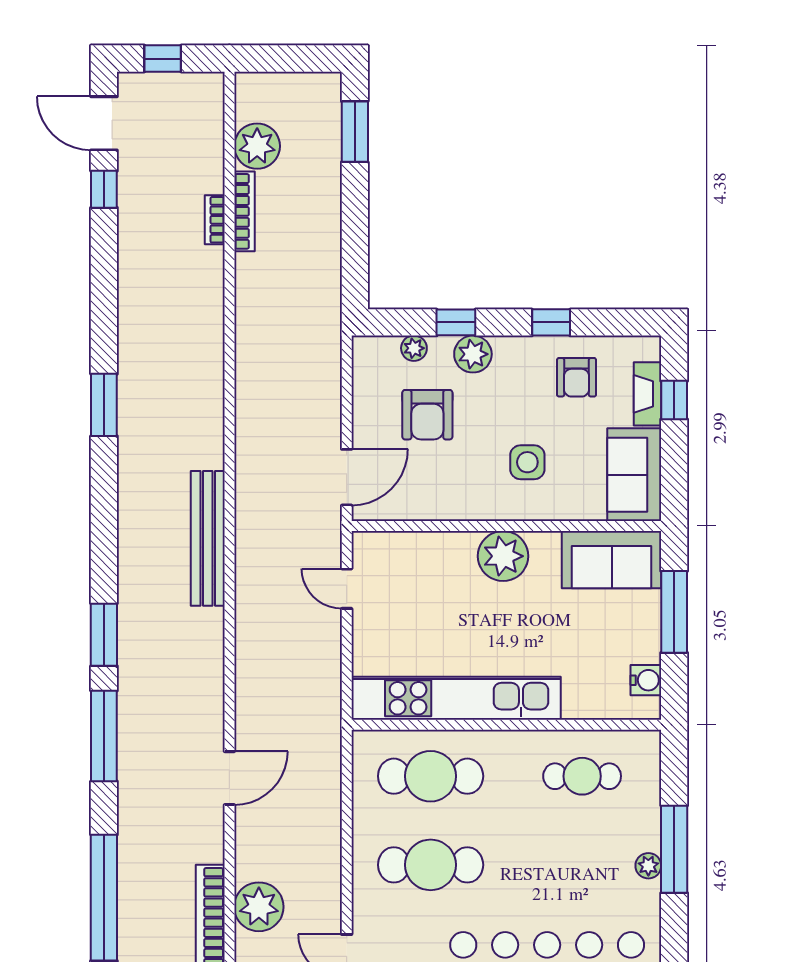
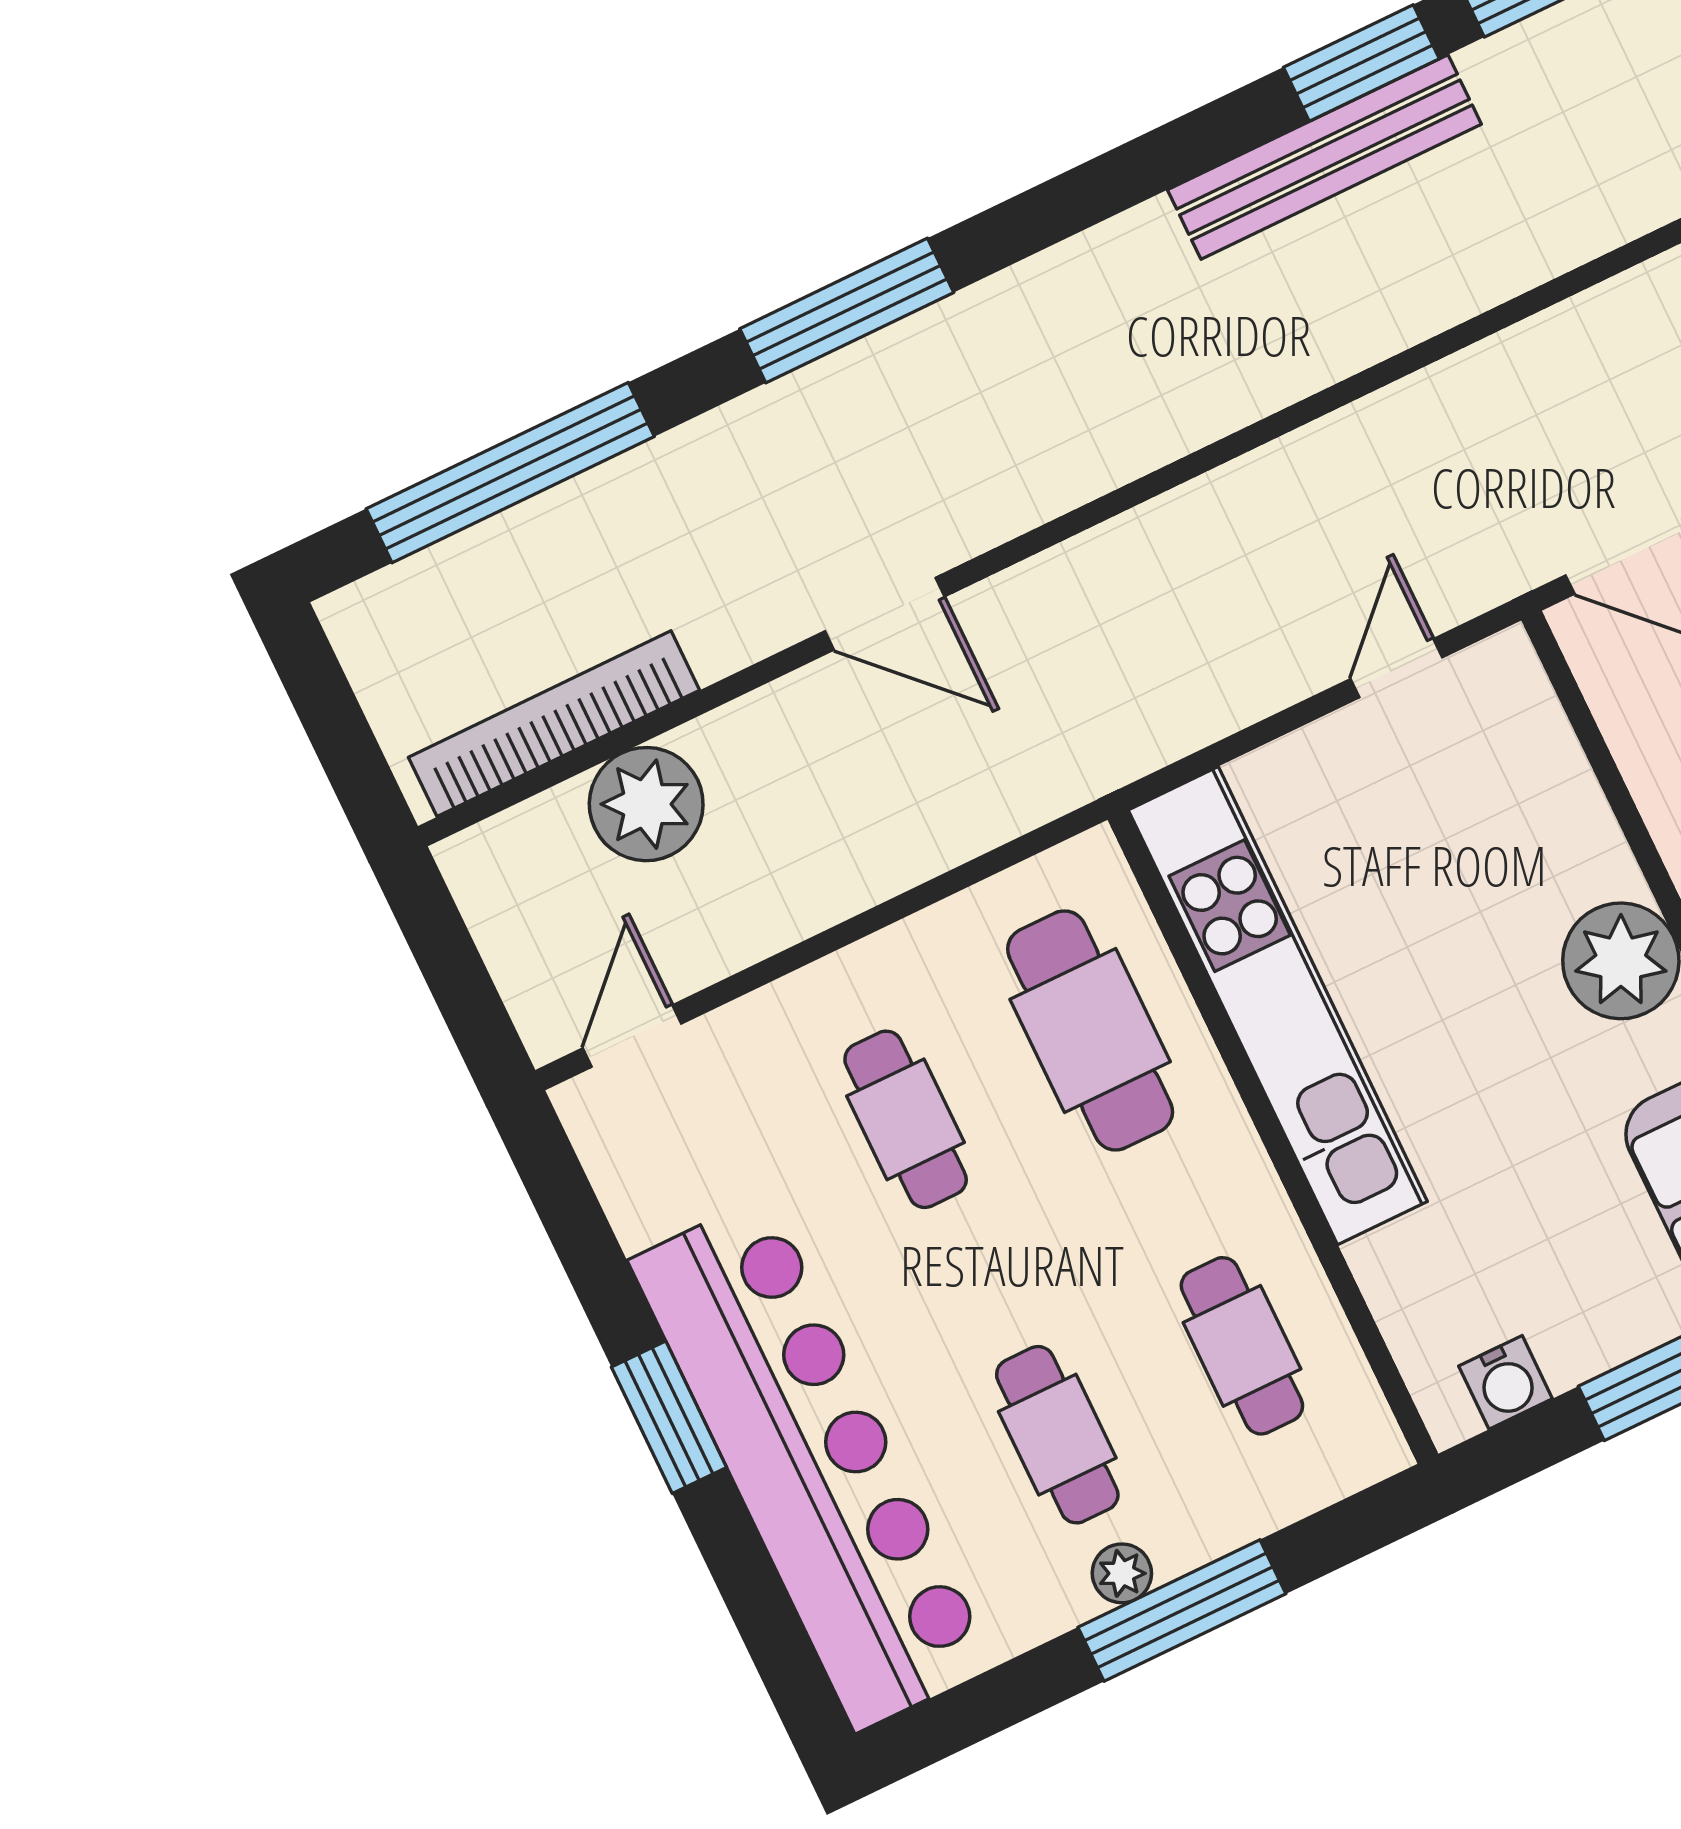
bench: (208, 538) -> (1324, 157), moved
window: (104, 635) -> (1361, 63), moved
cafe table: (431, 865) -> (906, 1119), width x0.73, depth x0.74
cafe table: (582, 865) -> (1057, 1435), added

